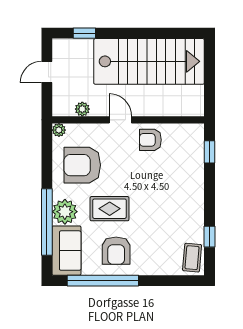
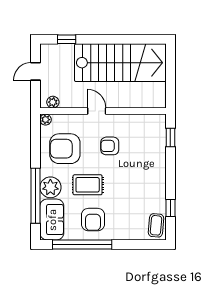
plant: (82, 109) -> (53, 102), moved
armchair: (150, 140) -> (110, 146), moved

